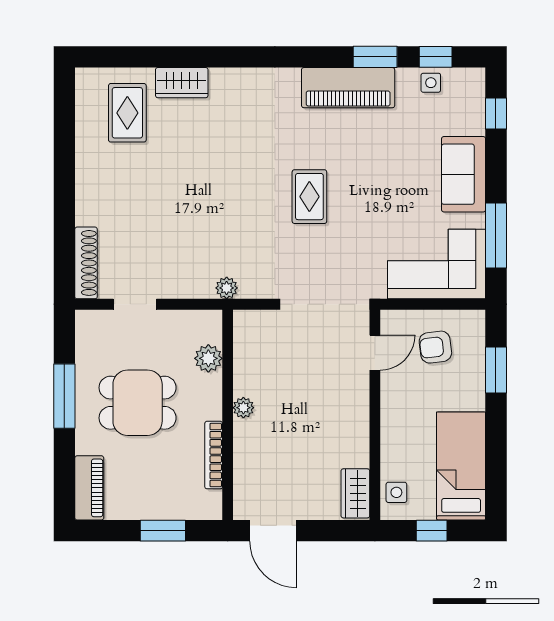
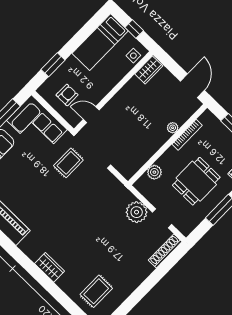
wardrobe: (182, 83) -> (50, 267), moved
rug: (309, 197) -> (68, 163), moved
plant: (227, 288) -> (137, 212), moved, width x1.88, depth x1.88
armchair: (435, 347) -> (67, 95), turned -83
dining table: (138, 403) -> (196, 181), turned 90
plant: (243, 408) -> (173, 128), moved

